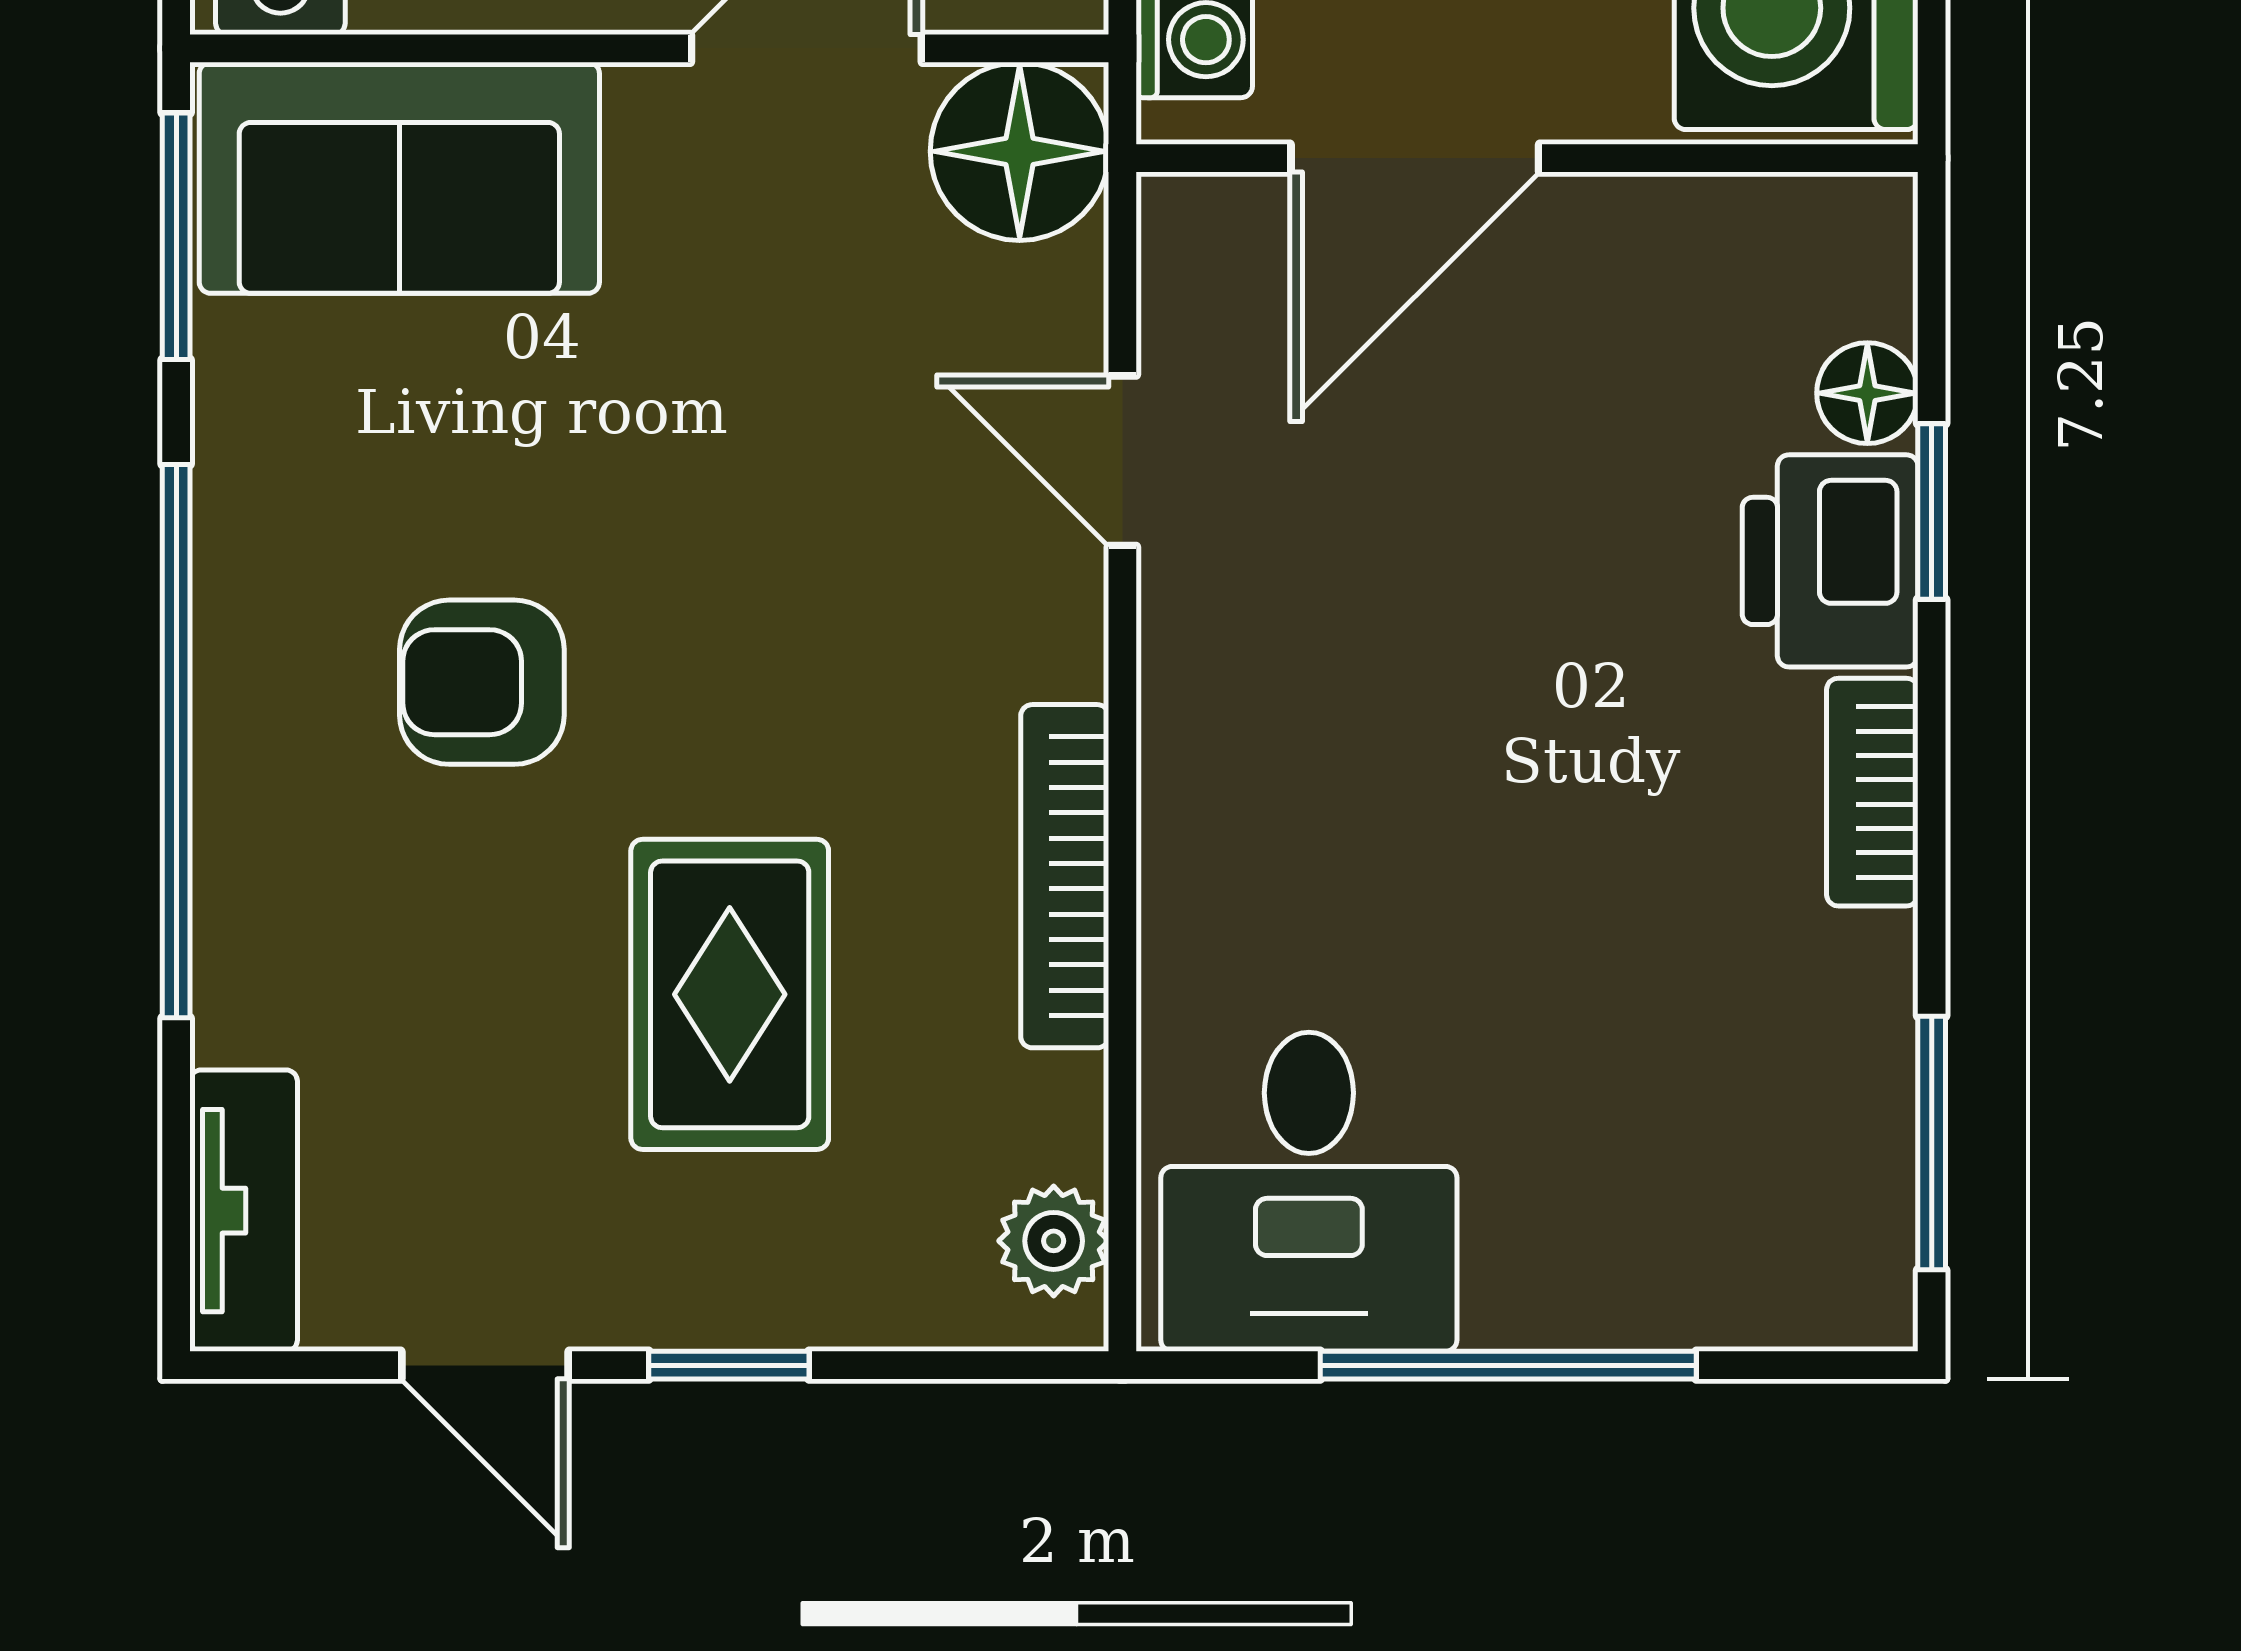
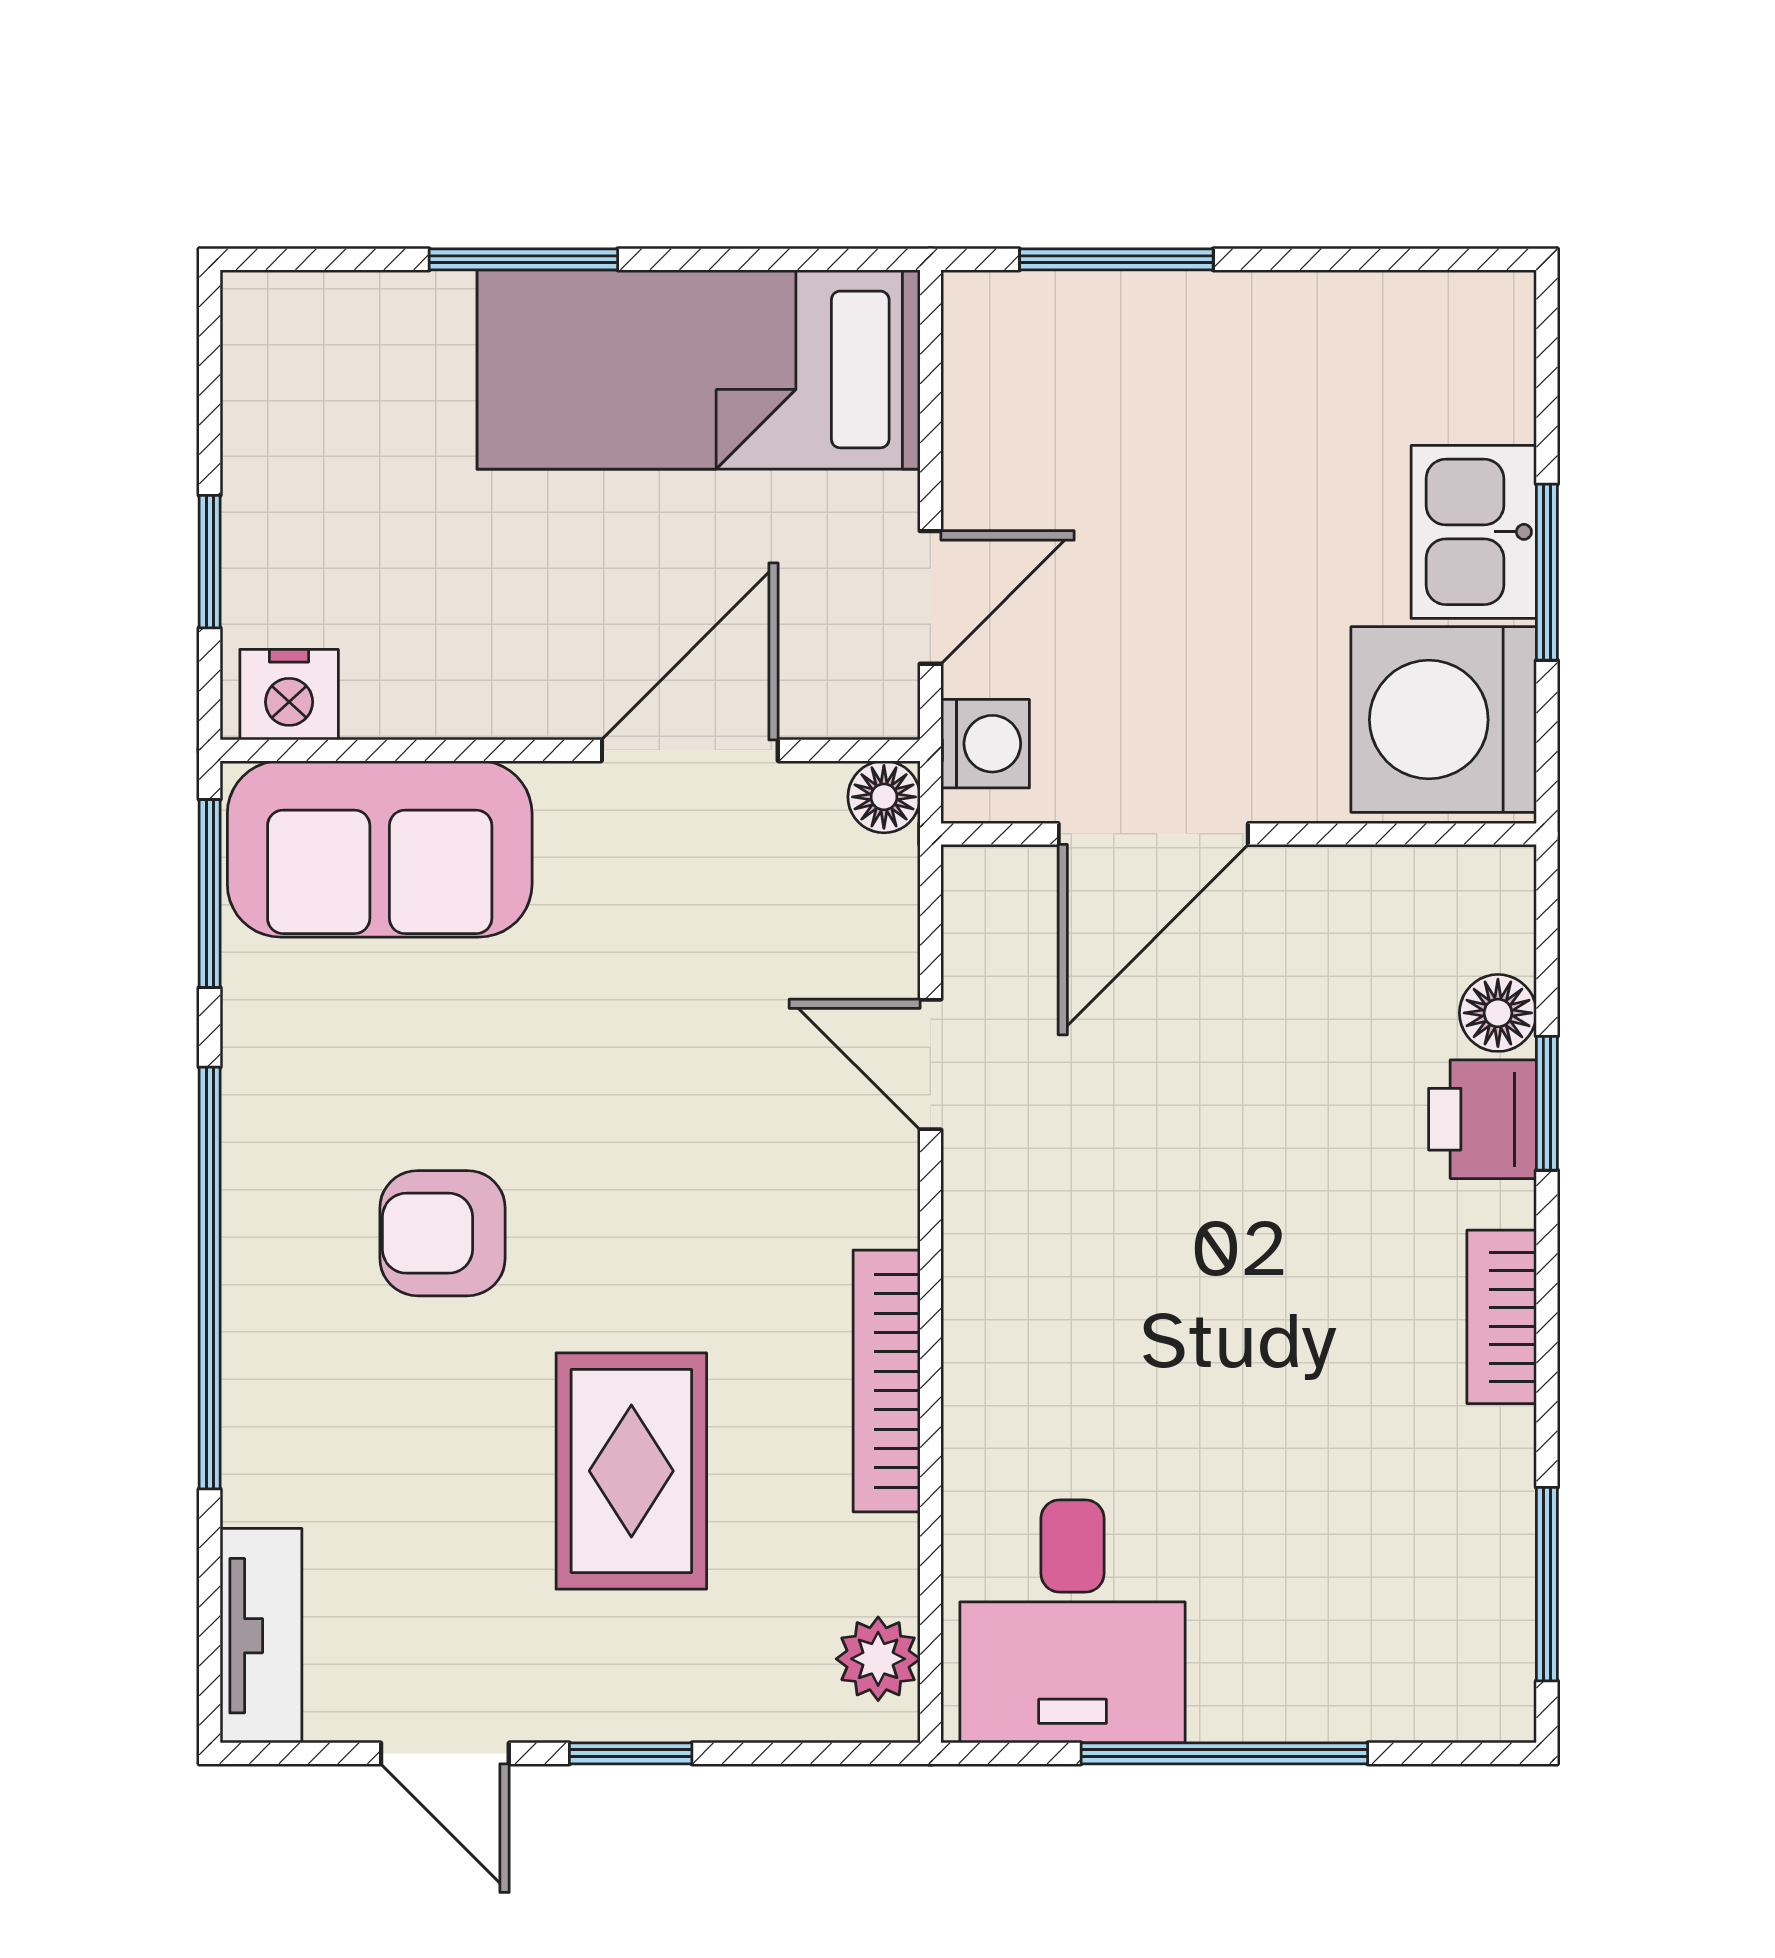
floor lamp: (1020, 151) -> (884, 797), width x0.53, depth x0.53
printer: (1830, 561) -> (1483, 1119), width x0.73, depth x0.81

